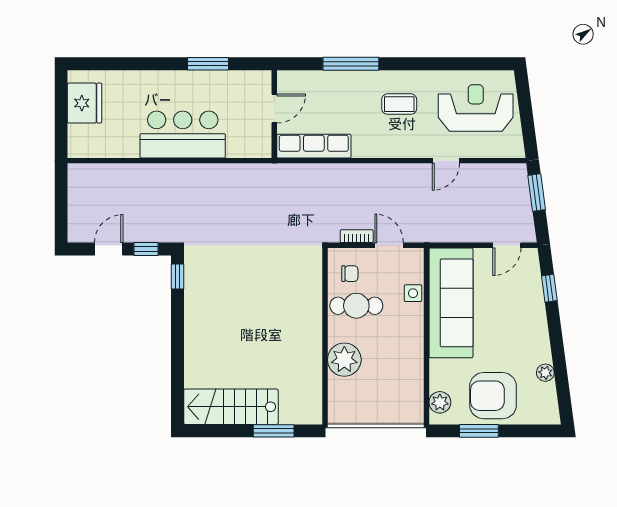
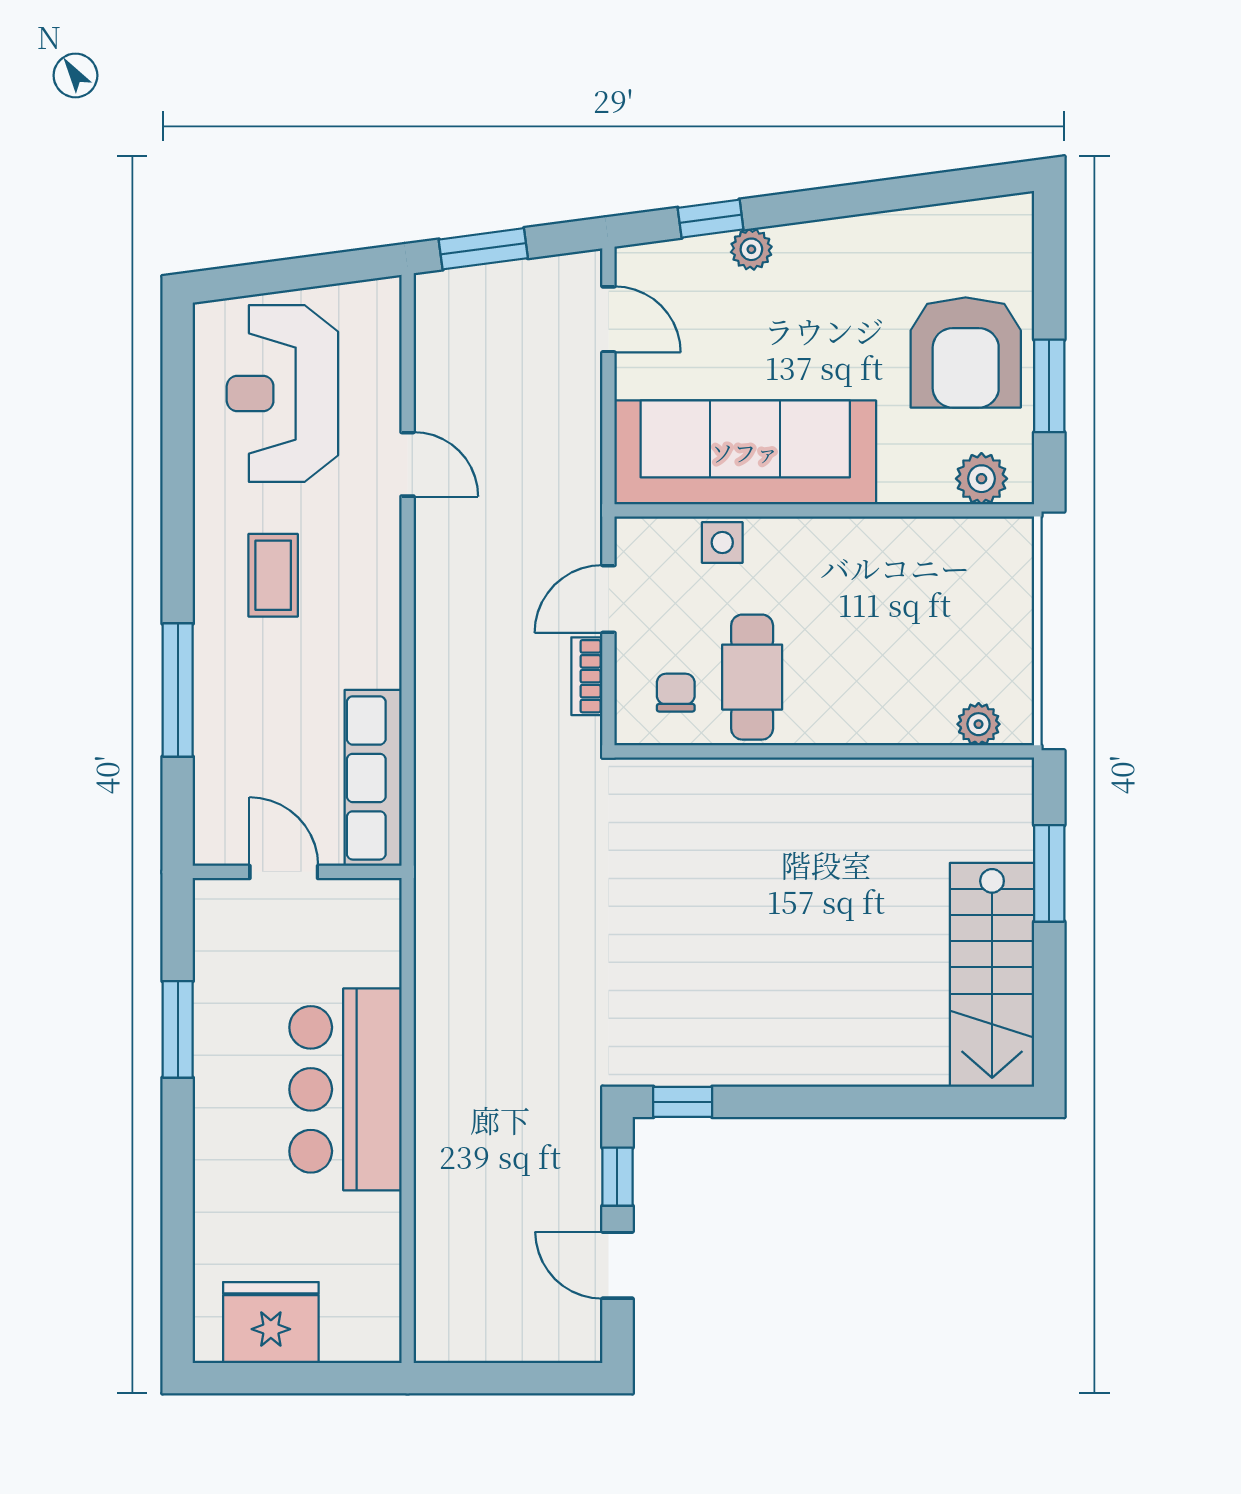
plant: (344, 360) -> (979, 724), moved, width x0.53, depth x0.53
plant: (545, 373) -> (751, 249), moved

